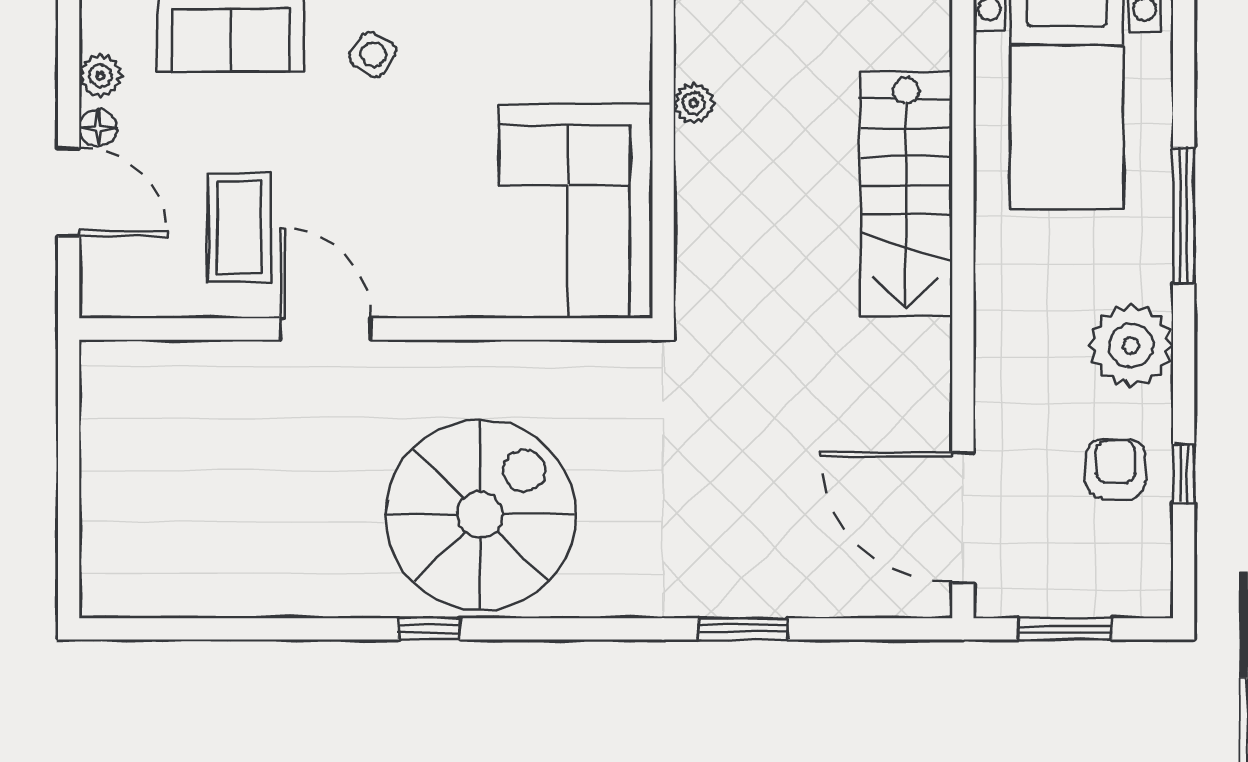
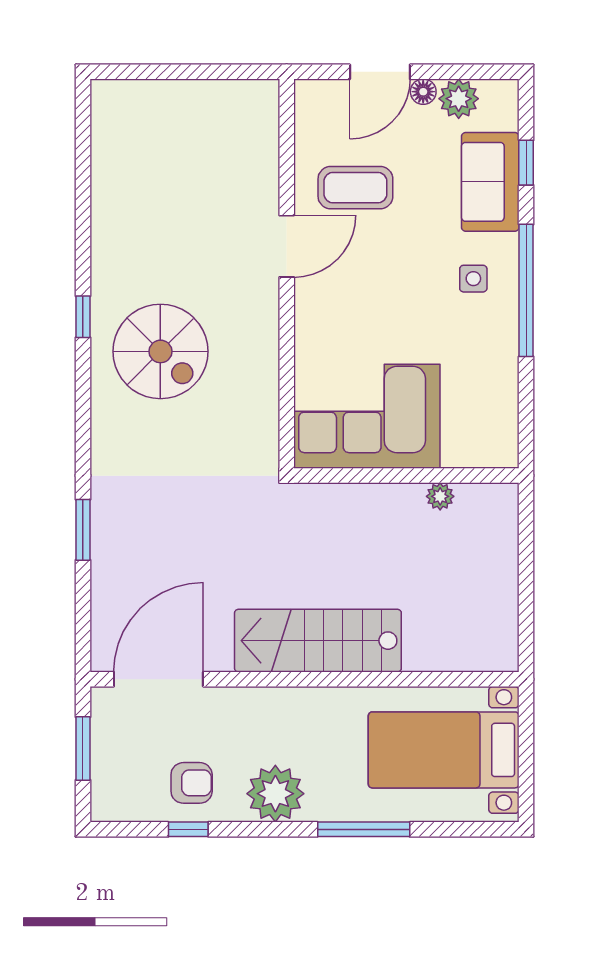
side table: (373, 54) -> (473, 279), turned -30
plant: (100, 76) -> (459, 99), width x1.38, depth x1.38
stairs: (906, 194) -> (318, 641), moved
spiral stairs: (480, 515) -> (160, 351), width x0.73, depth x0.73

